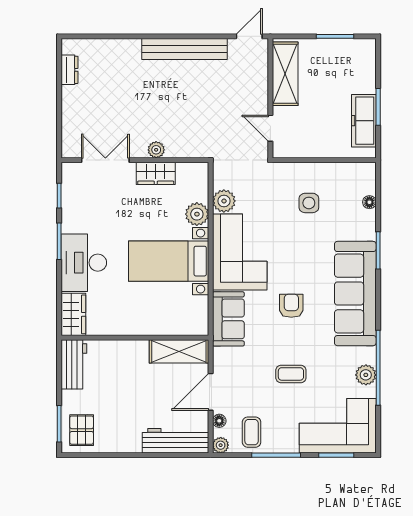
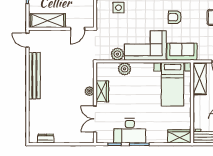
bed with nightstands: (169, 261) -> (173, 84), moved
desk: (84, 263) -> (130, 131), moved

